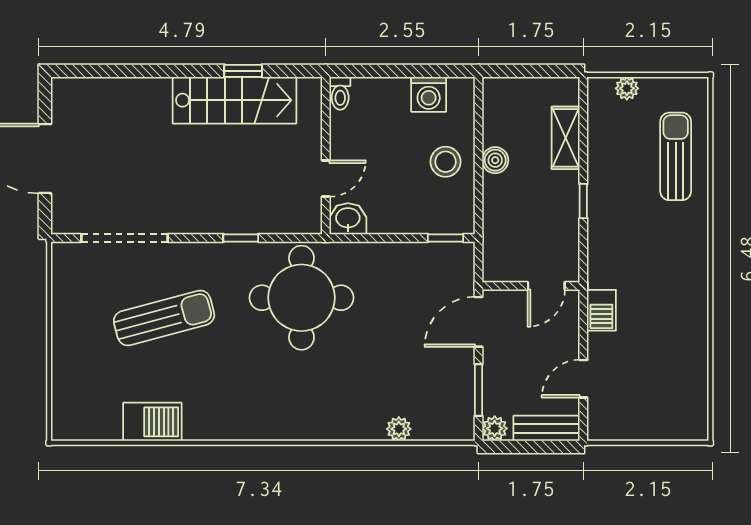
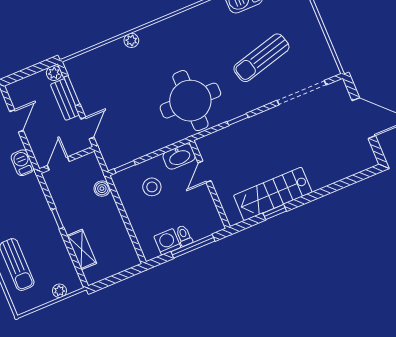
window: (392, 71) -> (193, 246), added
toilet: (340, 93) -> (184, 236), moved
boiler: (495, 160) -> (102, 189), moved
stool: (446, 162) -> (152, 187), moved
washbasin: (348, 219) -> (179, 156), width x1.38
door: (479, 322) -> (87, 128), width x0.73
bench: (547, 428) -> (65, 100), moved, turned 90
plant: (399, 429) -> (131, 40), moved

